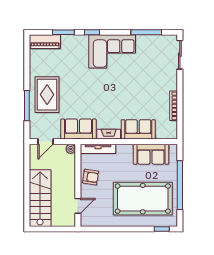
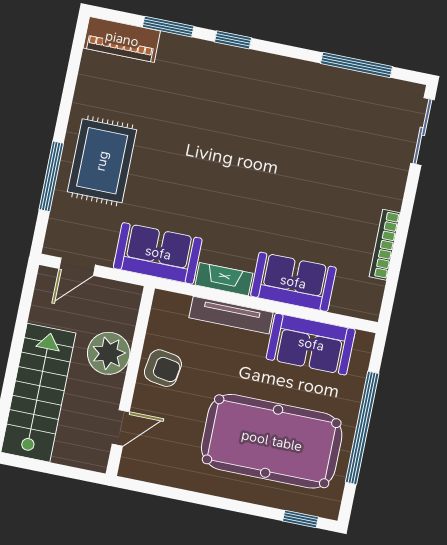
corner sofa: (112, 51) -> (270, 93), removed
plant: (71, 149) -> (109, 353), moved, width x1.88, depth x1.88
tv unit: (98, 149) -> (231, 315), moved

